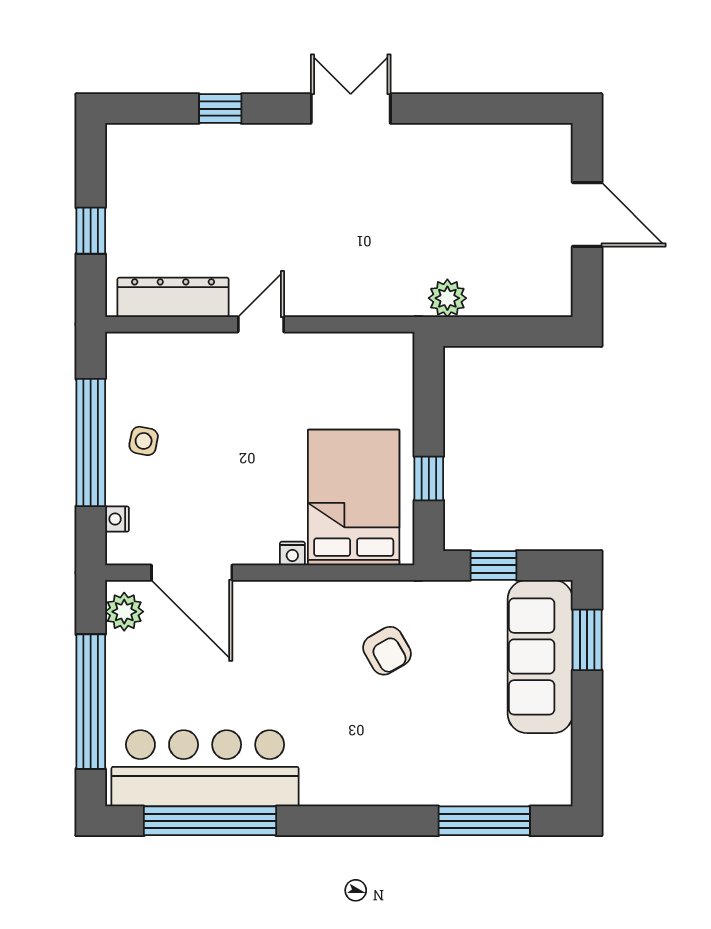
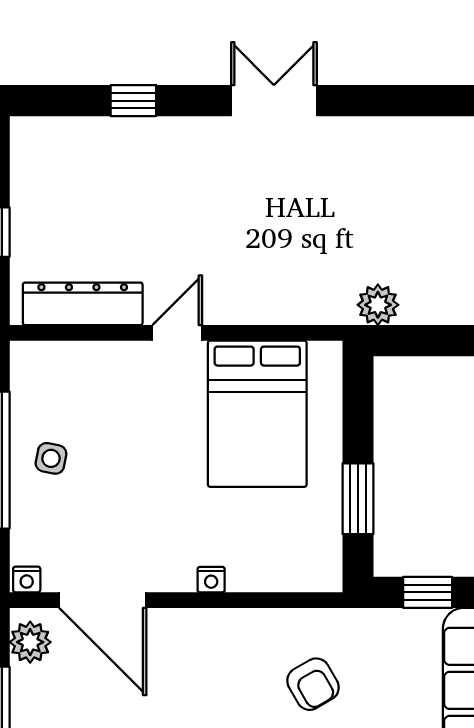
window: (429, 478) -> (358, 499), width x1.50
bed: (354, 498) -> (257, 414), moved, turned 180
nightstand: (117, 519) -> (27, 580), moved, turned -90

